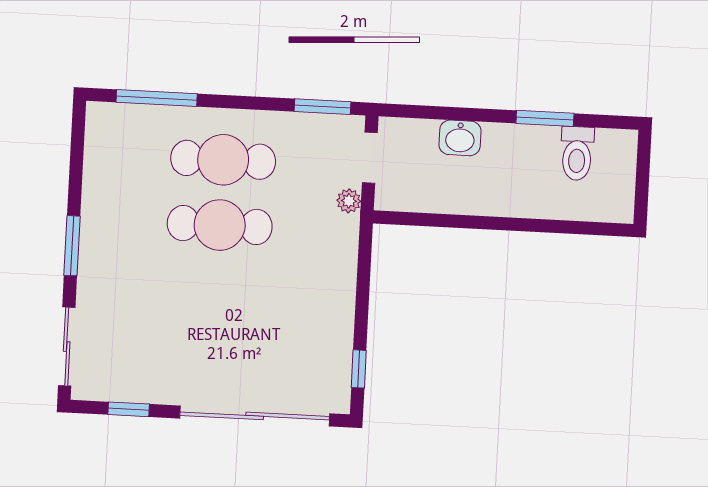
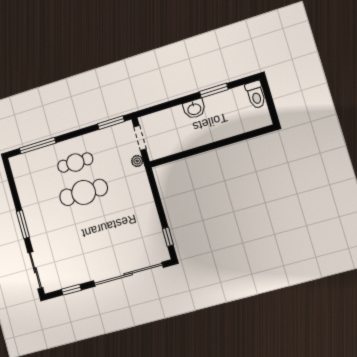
washbasin: (460, 138) -> (194, 109), moved
toilet: (577, 153) -> (256, 95), moved
cafe table: (223, 160) -> (75, 163), width x0.73, depth x0.74

